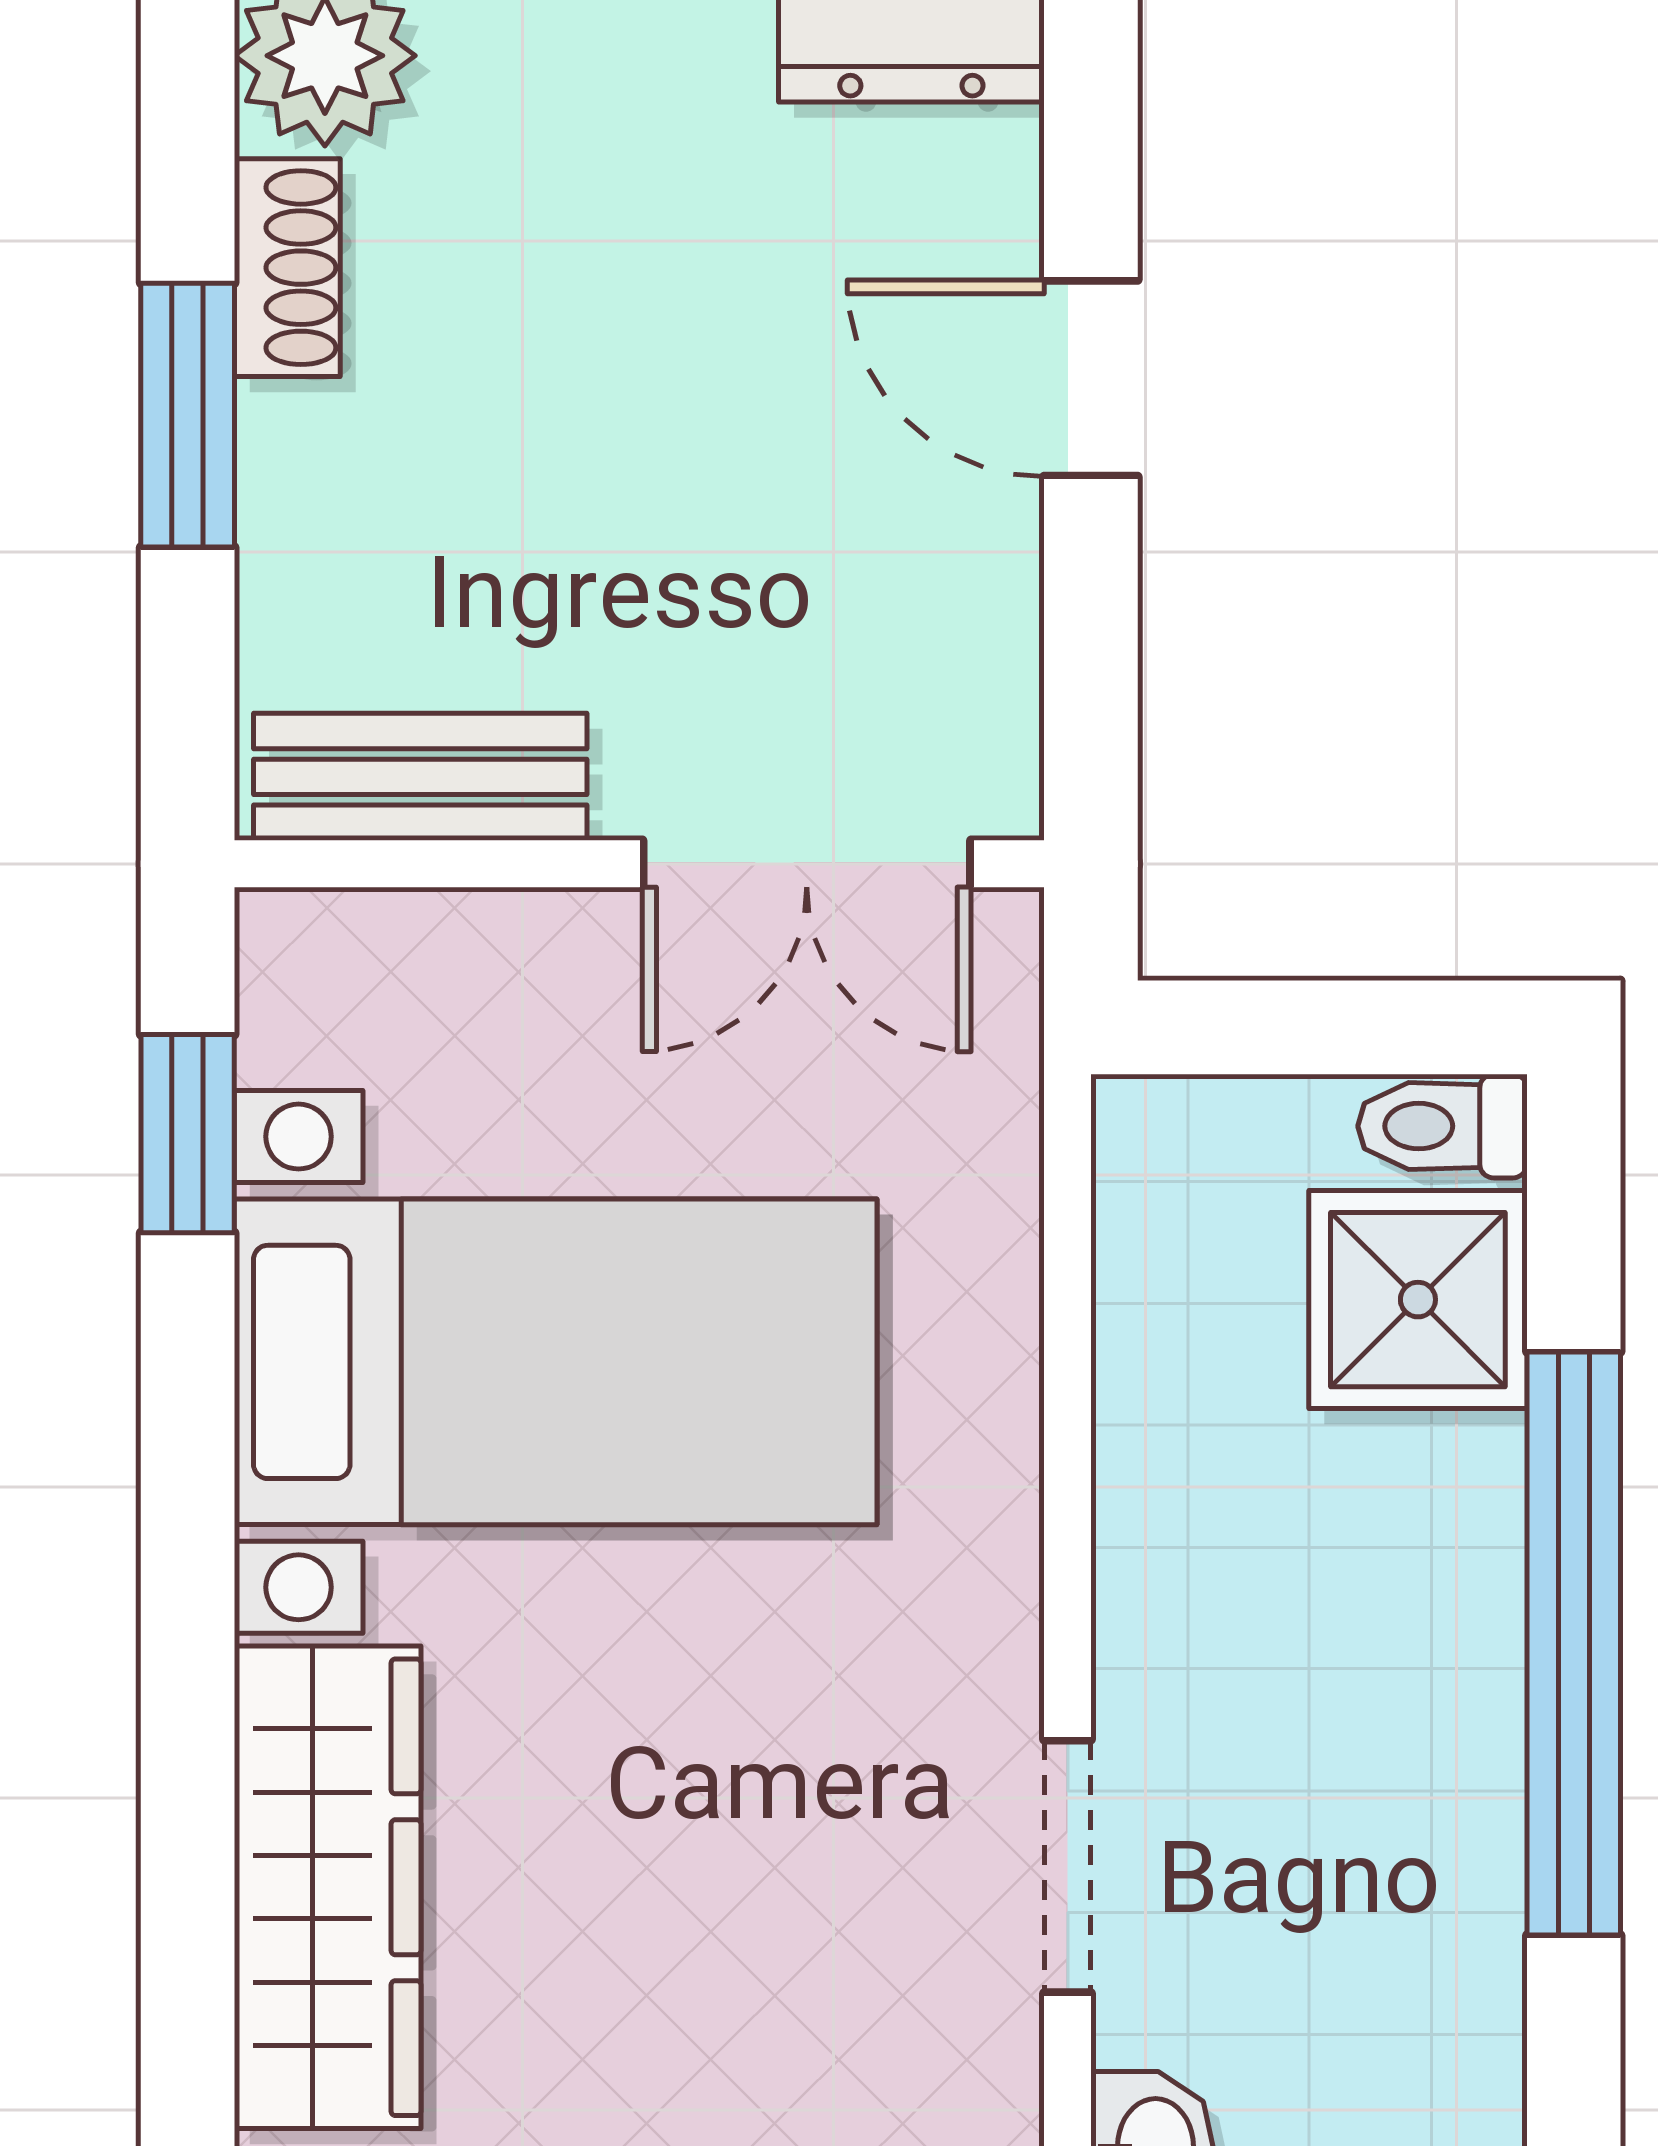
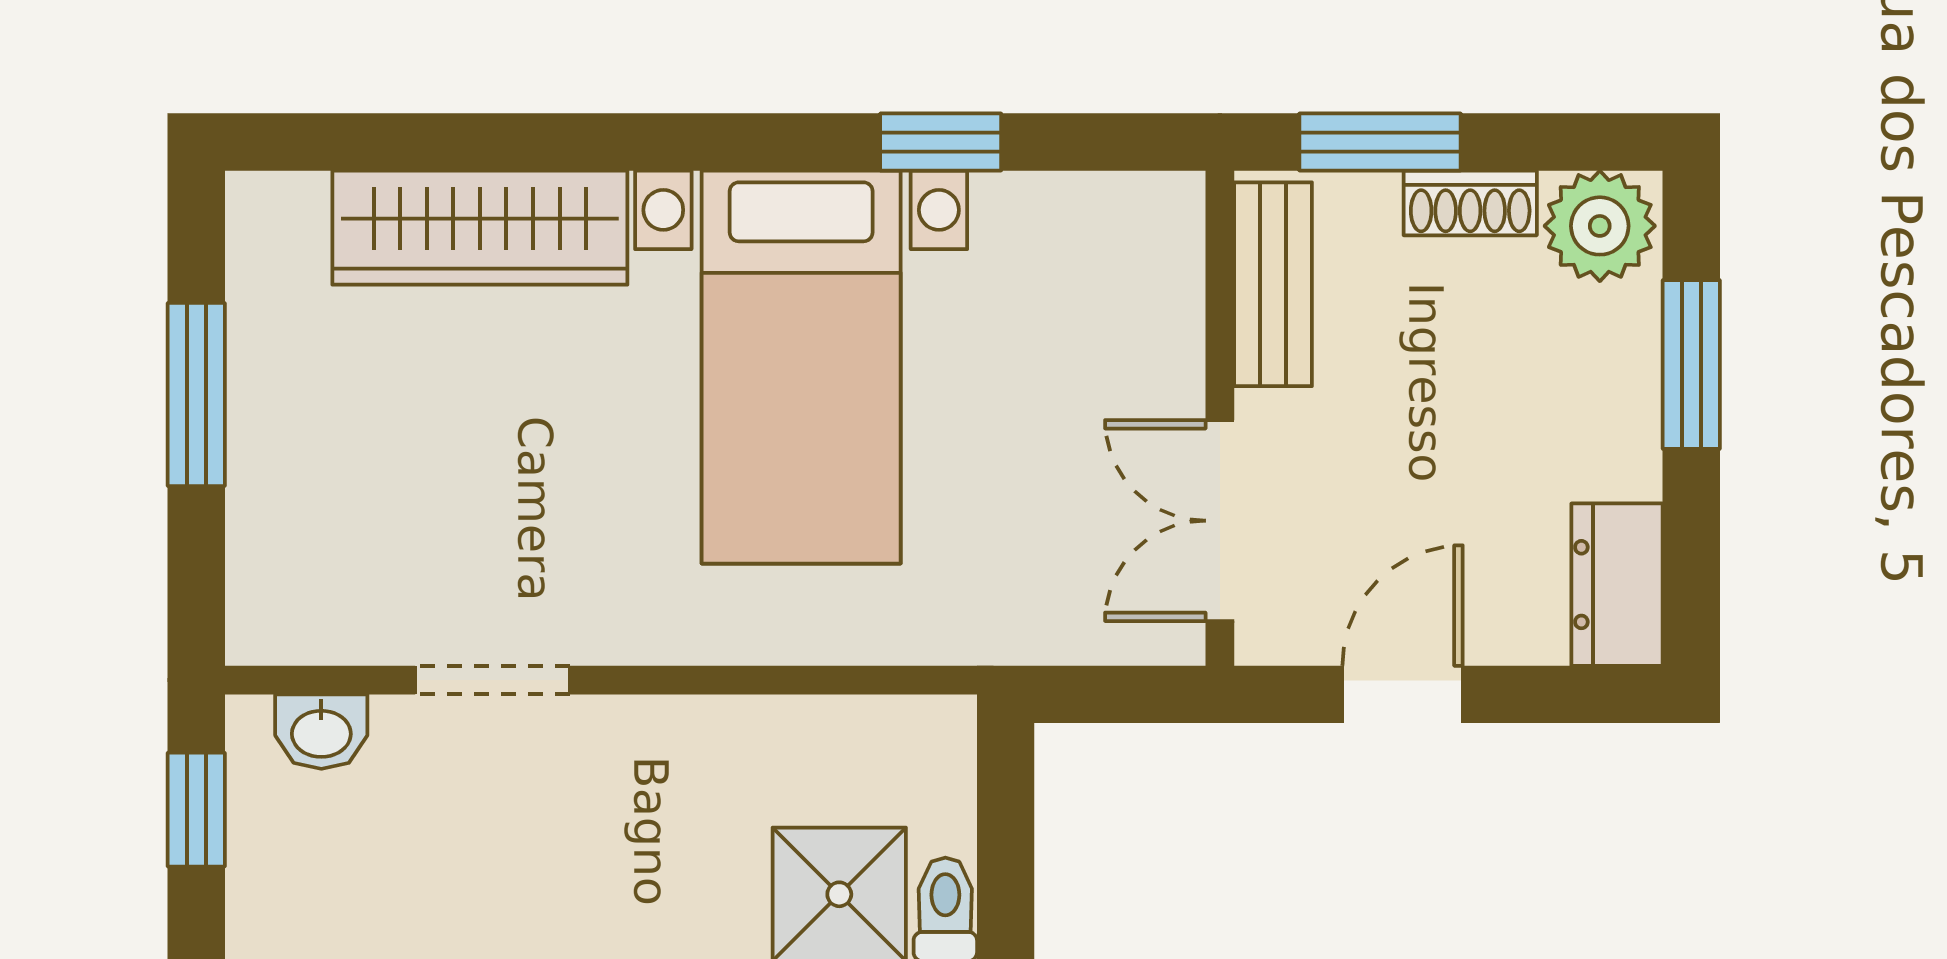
bench: (420, 777) -> (1273, 284), moved
wall: (639, 864) -> (1220, 418), moved
double door: (807, 864) -> (1220, 521), moved

